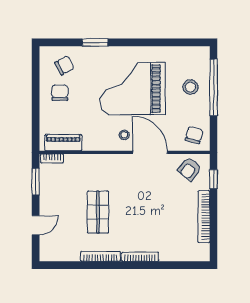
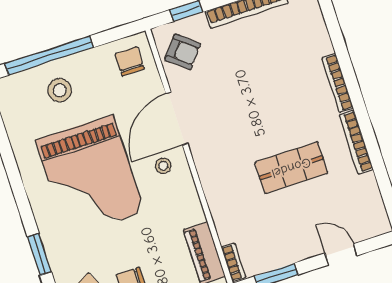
chair: (194, 135) -> (130, 61), turned 75

